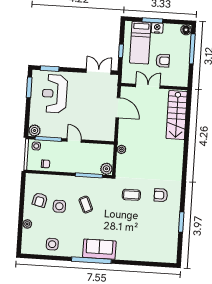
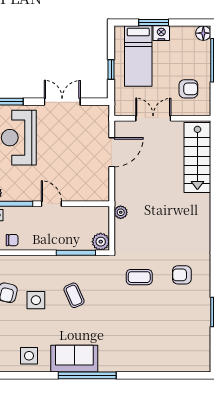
armchair: (163, 61) -> (188, 89), moved
double door: (99, 72) -> (62, 102), moved
door: (118, 108) -> (112, 152), hinge flipped
sofa: (99, 249) -> (74, 359), moved

